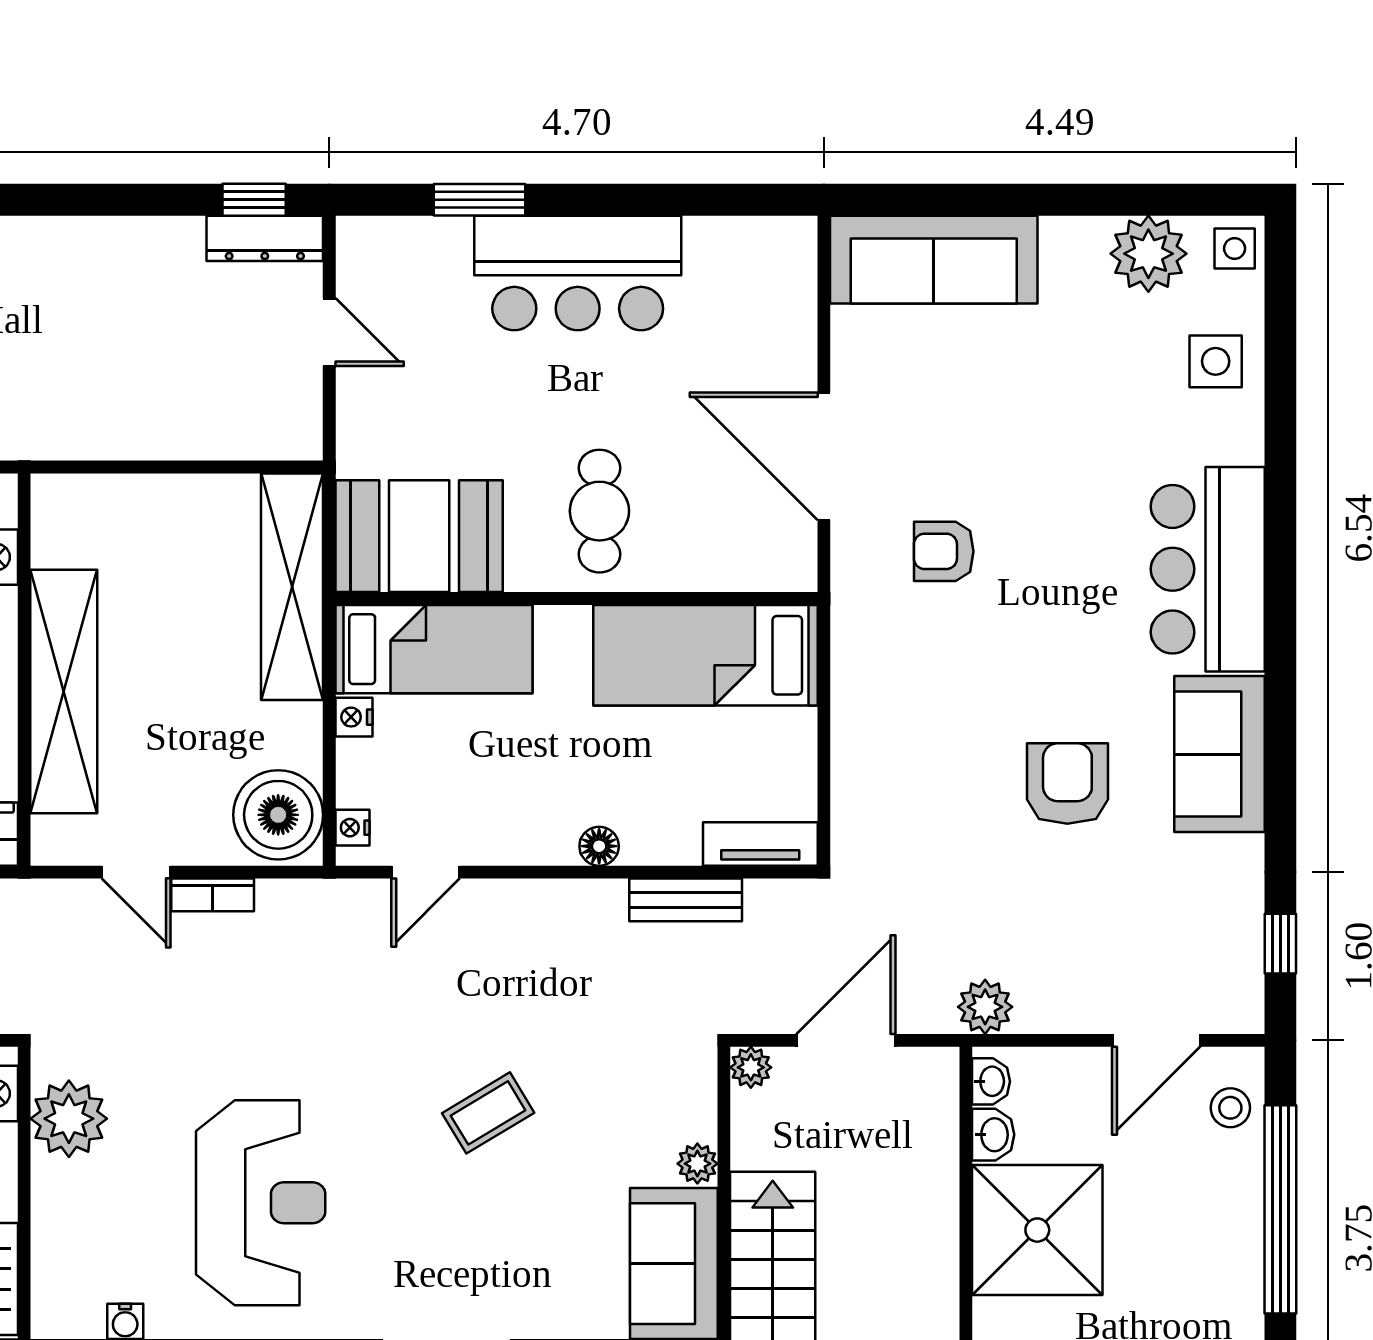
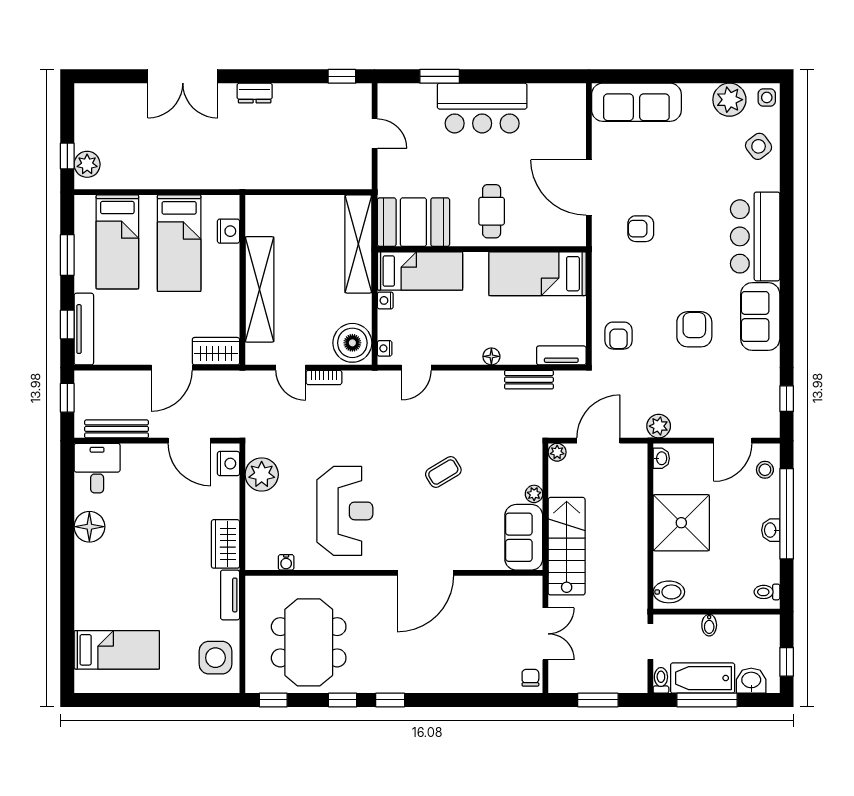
dresser: (265, 238) -> (255, 93), moved, width x0.70
side table: (1216, 361) -> (759, 146), turned -37
armchair: (892, 798) -> (619, 336), added
washbasin: (993, 1135) -> (771, 530), moved, turned 180

